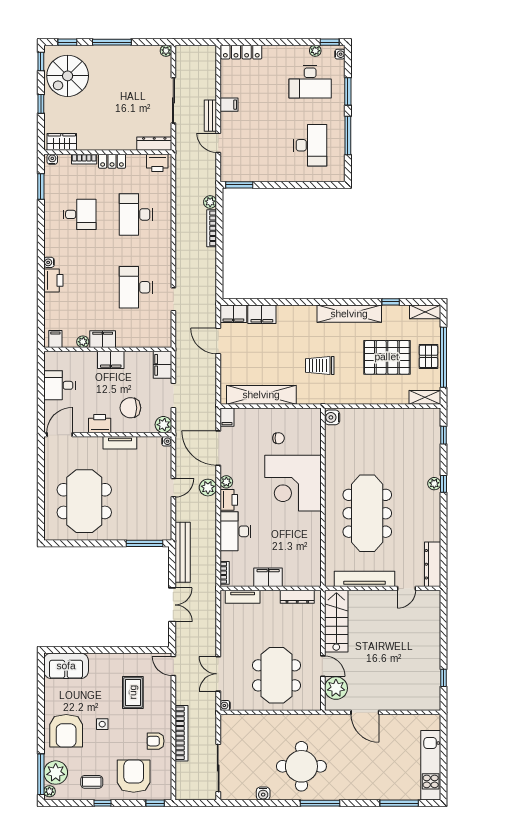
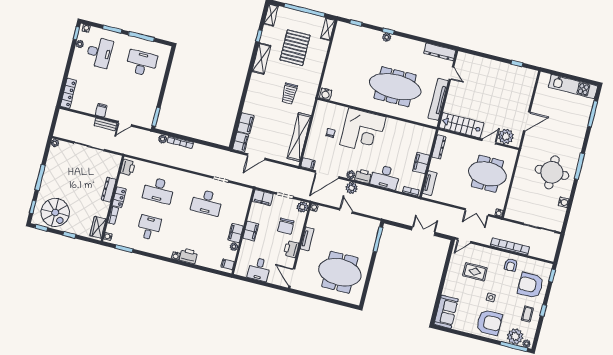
dresser: (154, 144) -> (109, 190), moved
shelving: (349, 314) -> (261, 59), width x0.68
pallet: (428, 356) -> (301, 20), removed
bench: (183, 552) -> (390, 215), removed

